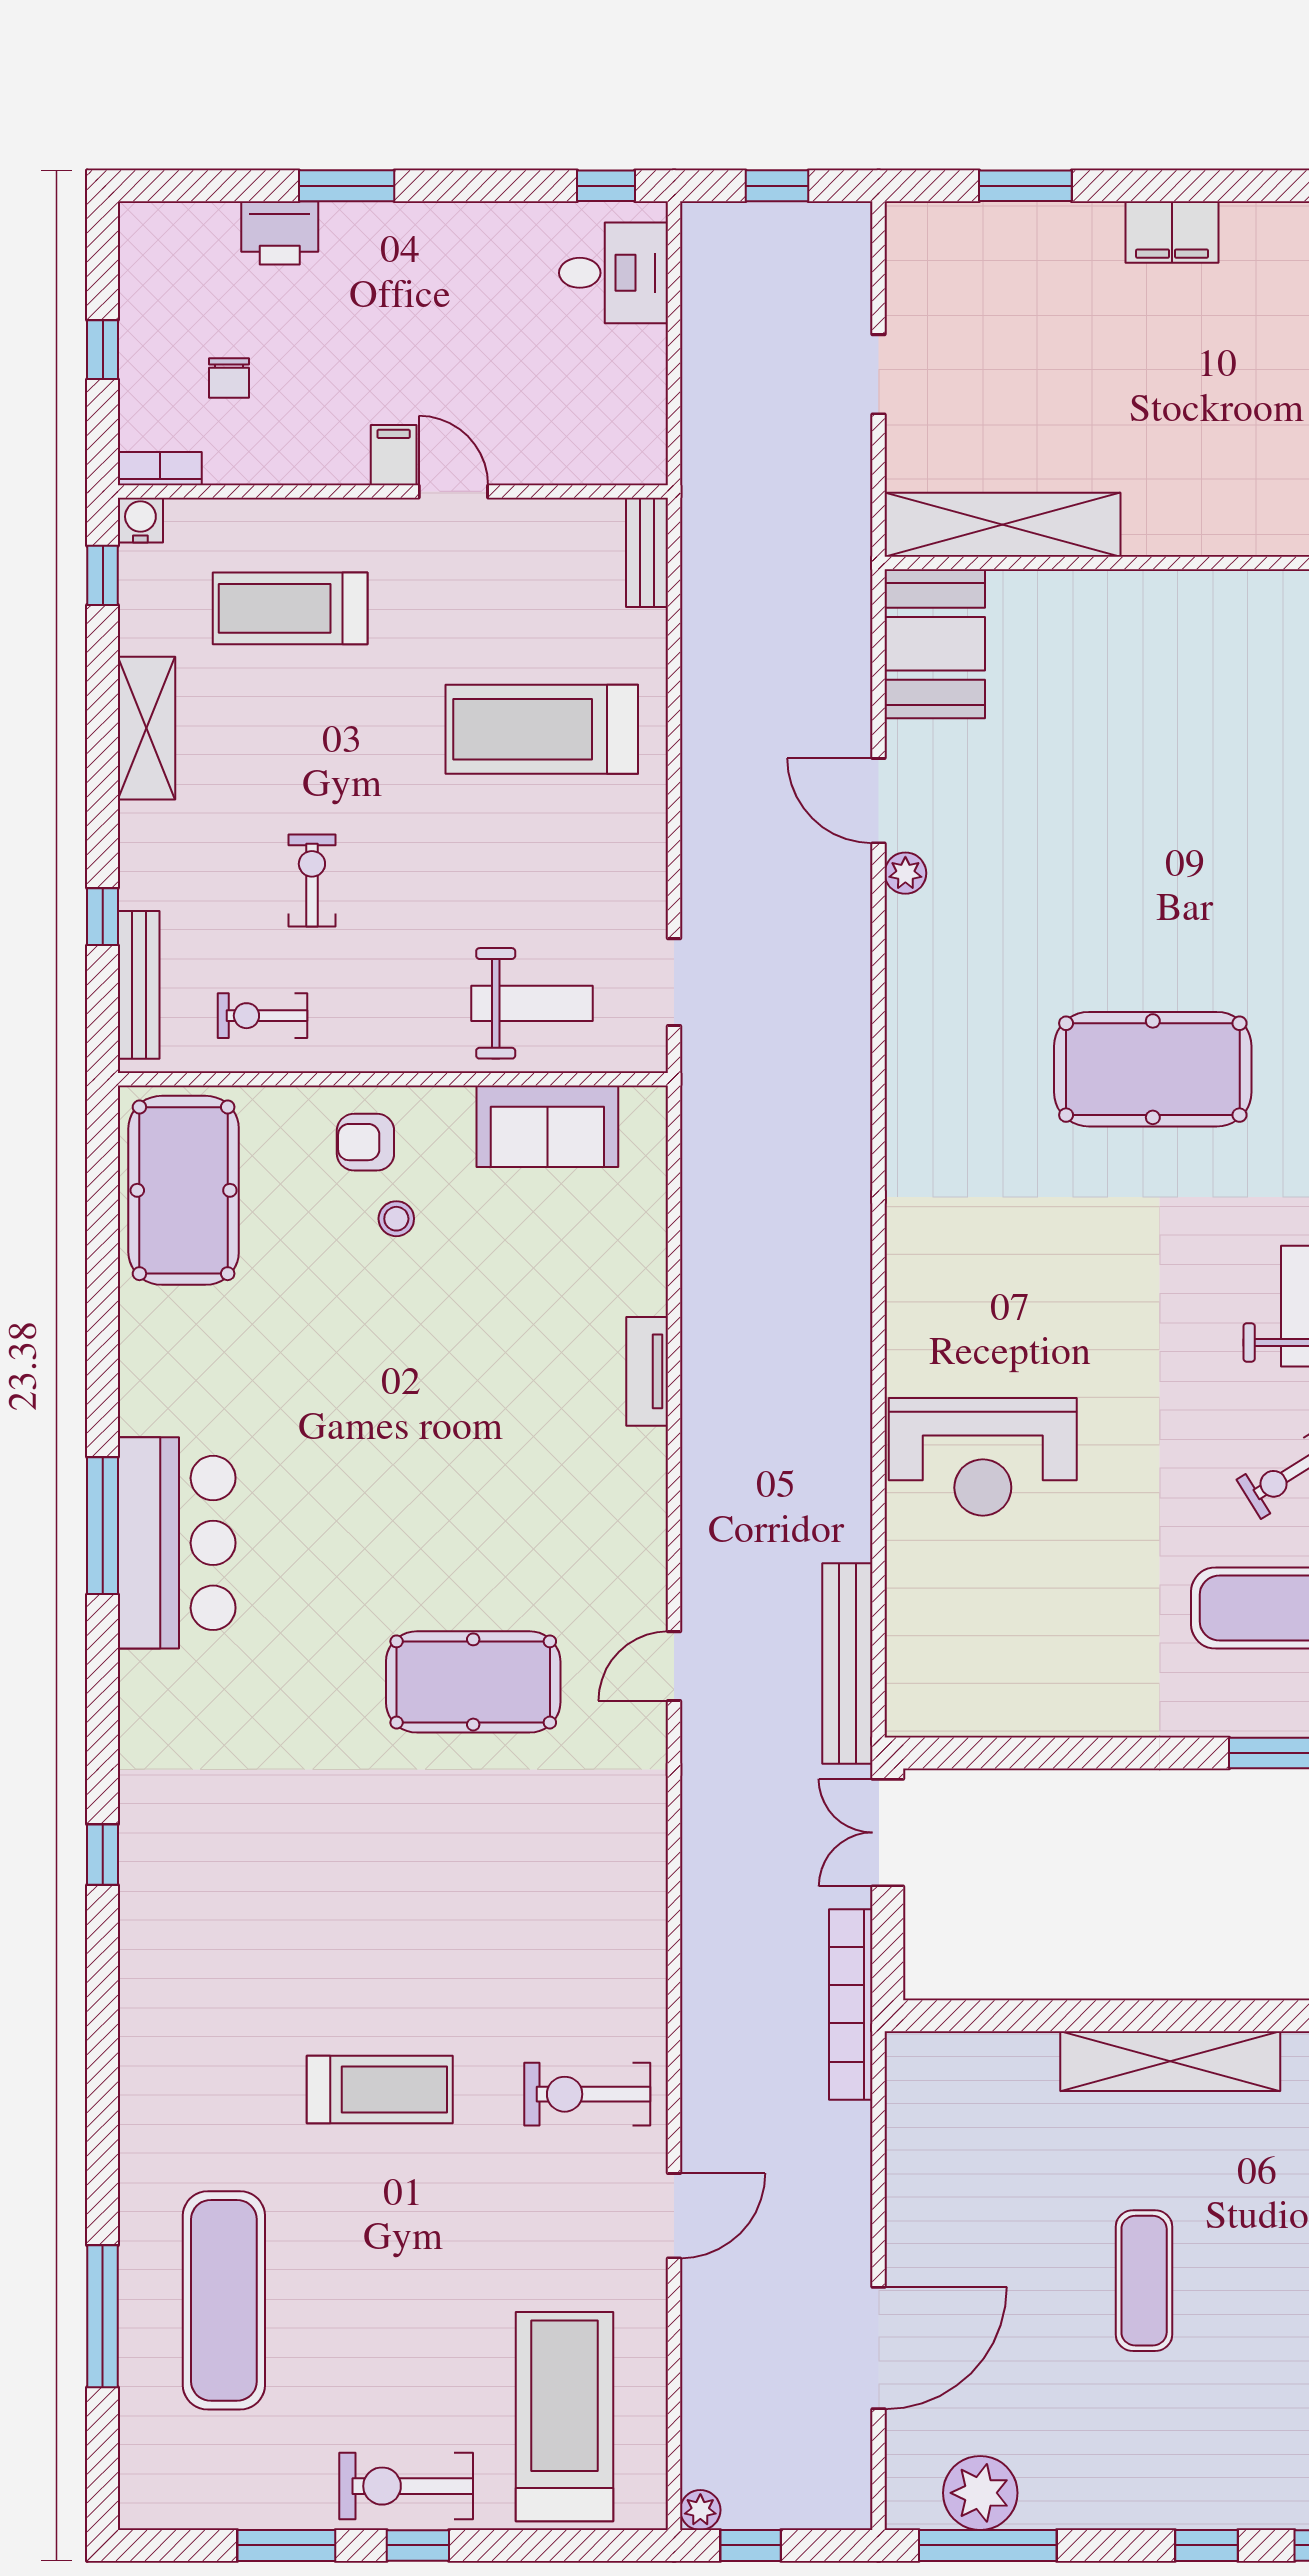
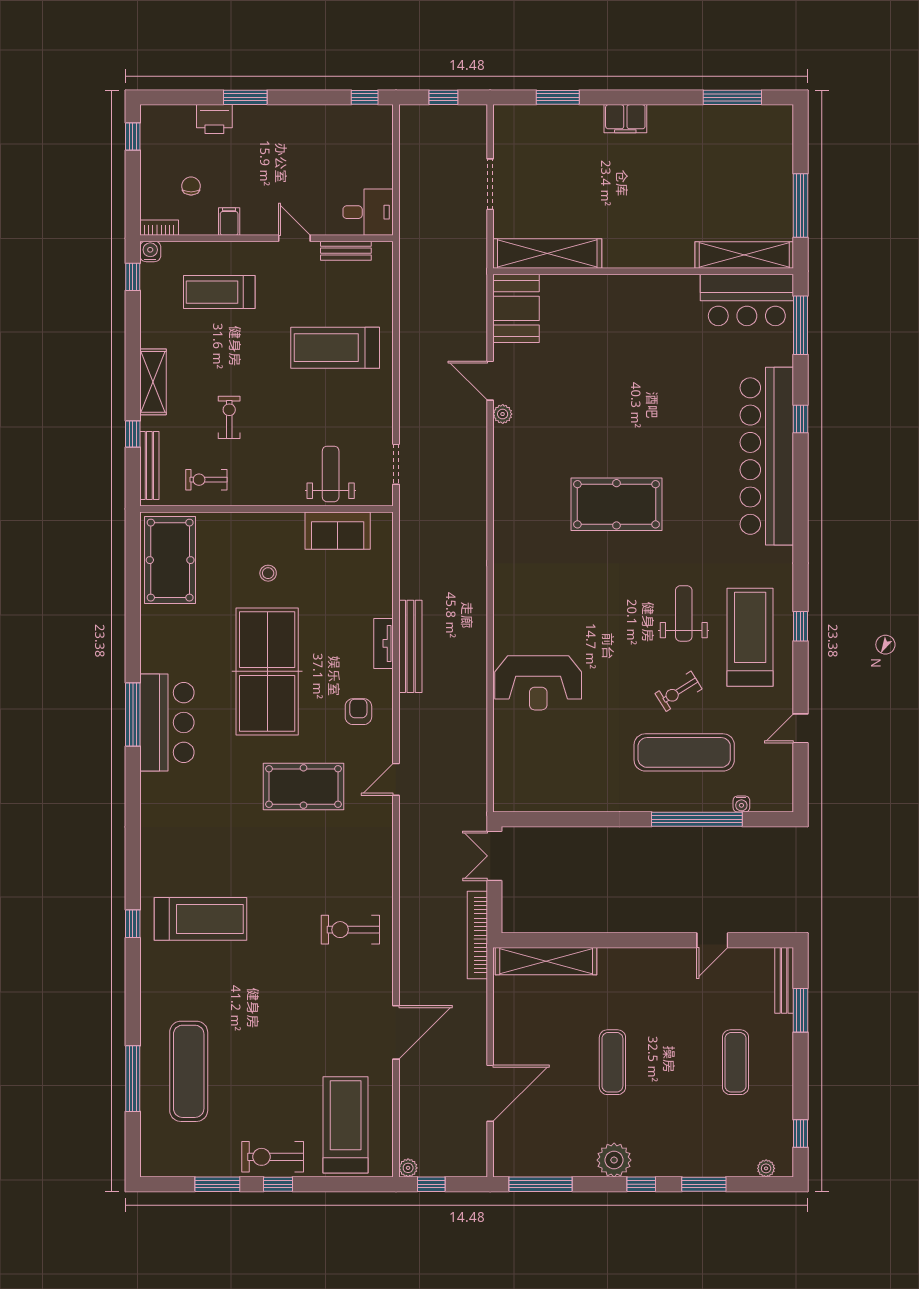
desk: (613, 273) -> (368, 212), moved
window: (103, 350) -> (133, 136), moved
doorway: (879, 374) -> (490, 184), width x1.38
chair: (229, 378) -> (191, 186), turned 180
filing cabinet: (394, 455) -> (229, 221), moved
bench: (647, 552) -> (346, 251), moved, turned 90
shelving: (146, 728) -> (153, 382), moved
weight bench: (532, 1003) -> (331, 474), turned -90
armchair: (365, 1142) -> (358, 712), moved, turned 90
table tennis table: (394, 1432) -> (267, 671), added
bench: (847, 1663) -> (410, 646), moved
window: (103, 1855) -> (133, 924), moved
shelving: (1170, 2061) -> (546, 961), moved
treadmill: (380, 2089) -> (201, 919), moved, width x1.37, depth x1.38
exercise bike: (587, 2094) -> (350, 930), moved
door: (674, 2216) -> (396, 1032), width x1.36
plant: (980, 2493) -> (614, 1160), moved

